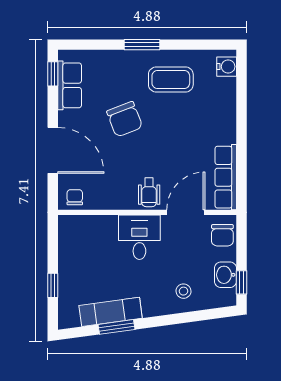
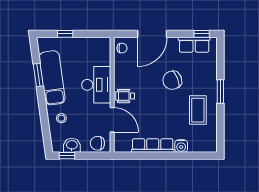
water cooler: (227, 67) -> (181, 146), moved
row of seats: (226, 177) -> (153, 145), moved
desk: (139, 237) -> (96, 85), width x1.37
exam couch: (111, 312) -> (52, 78), width x1.36, depth x1.45

